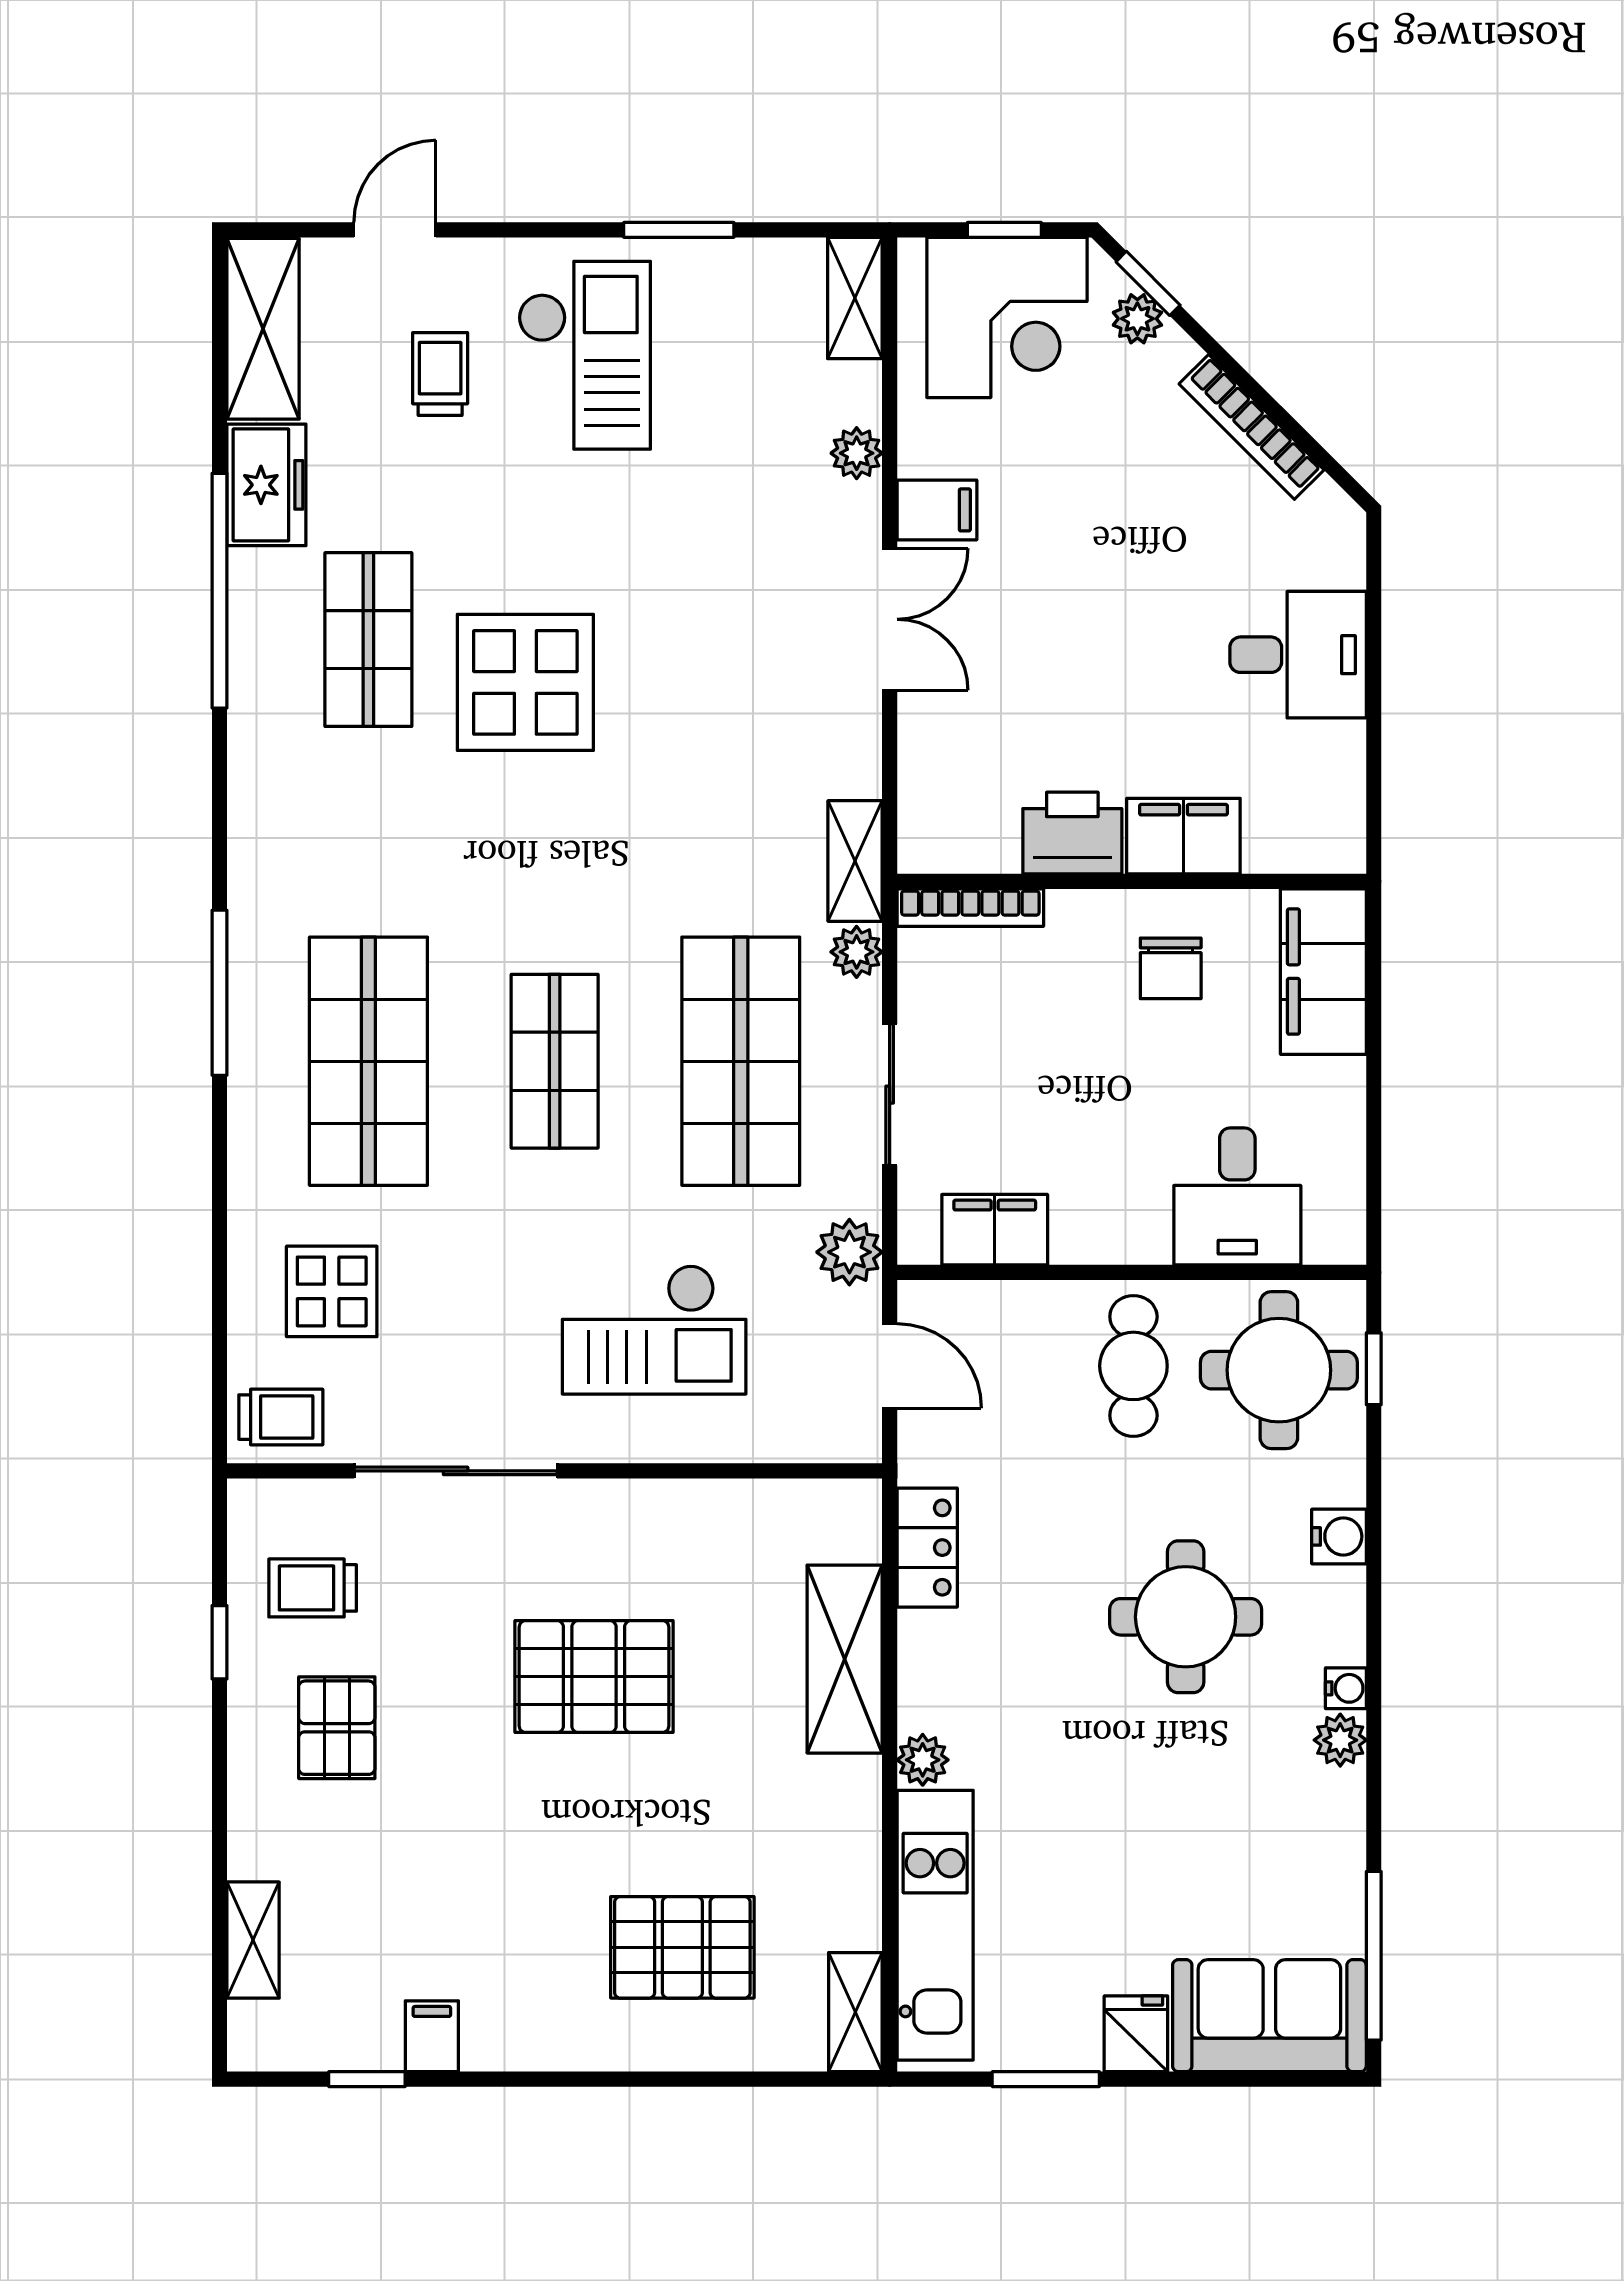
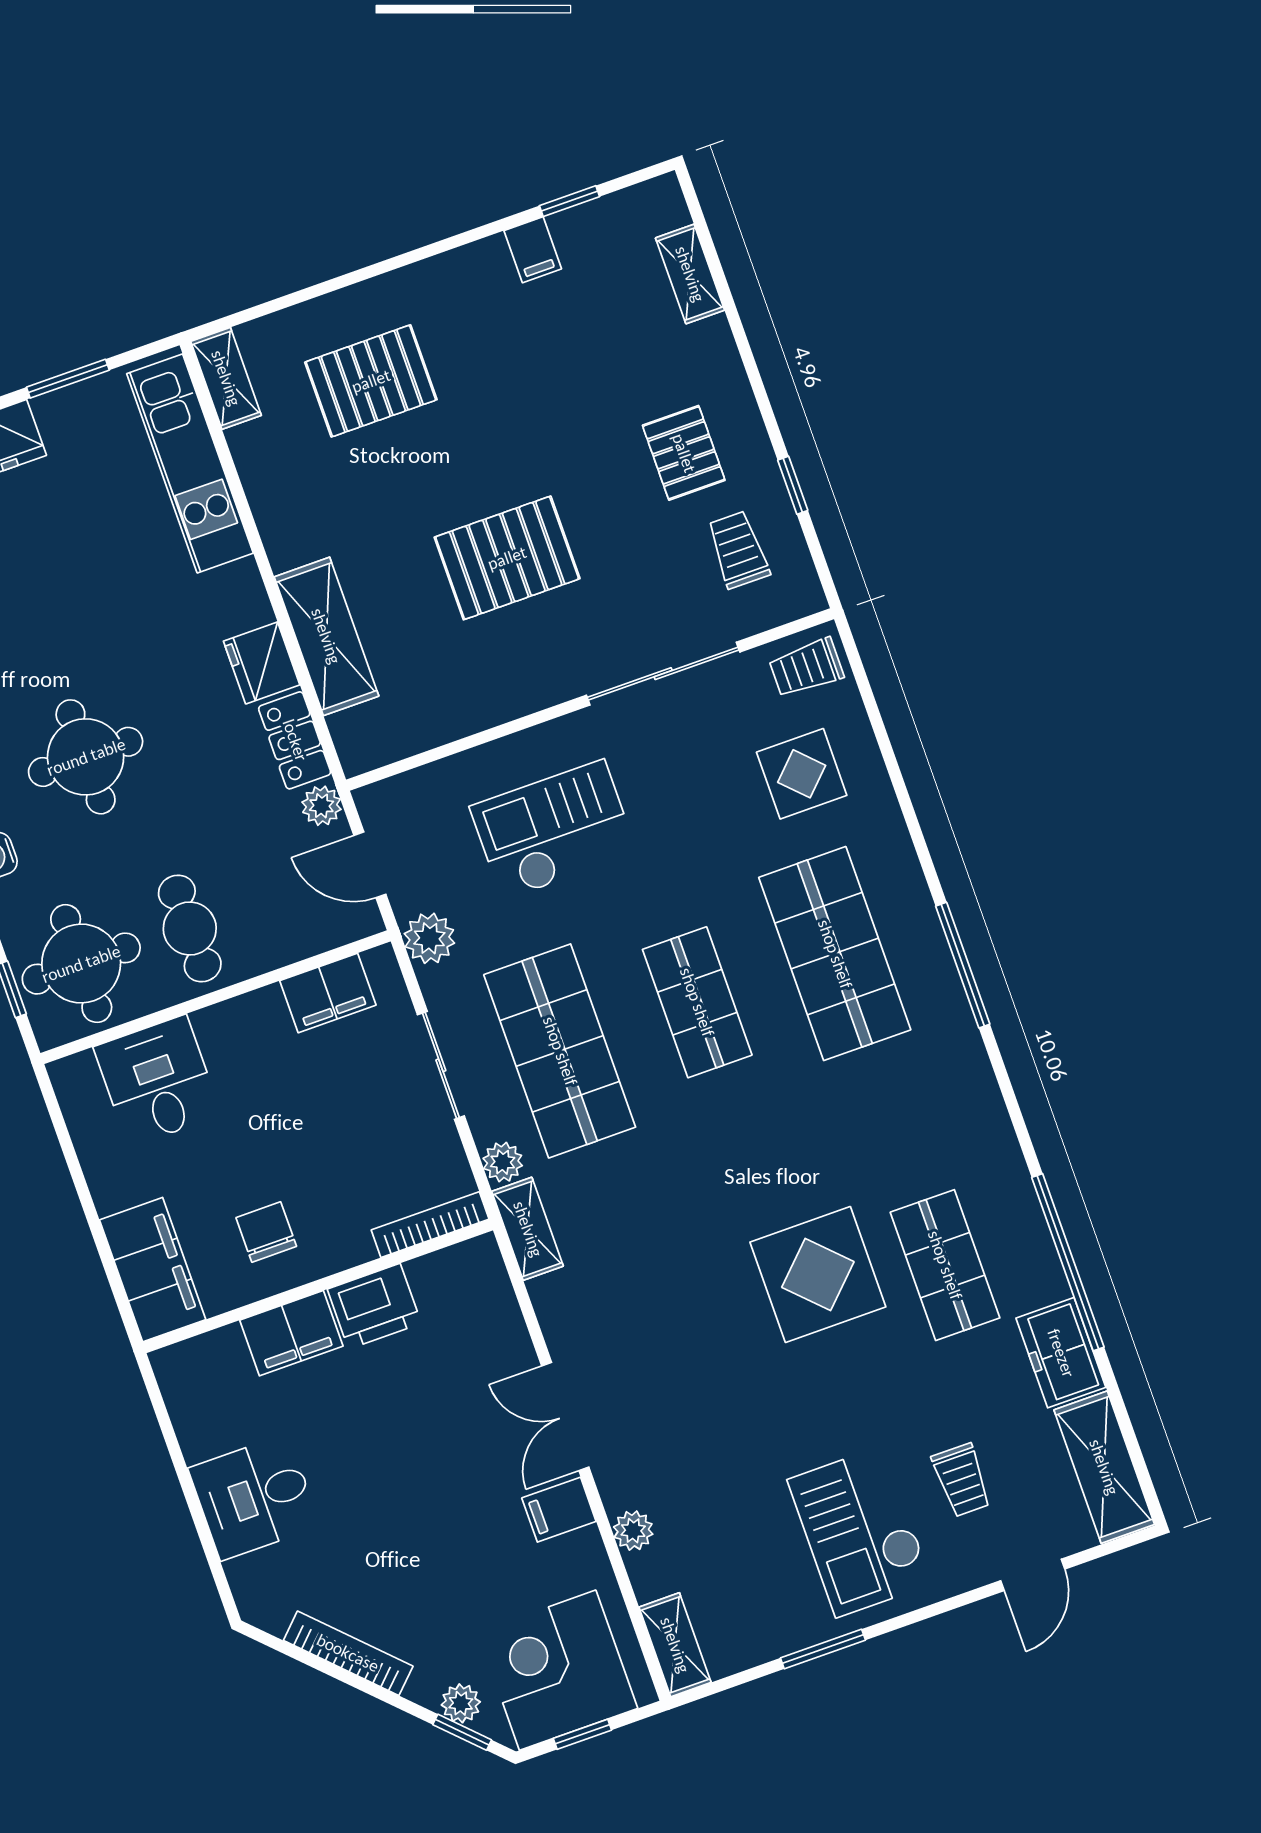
trolley: (313, 1588) -> (738, 550), turned -90
fridge: (934, 1655) -> (262, 663), added
plant: (923, 1760) -> (322, 806), moved

